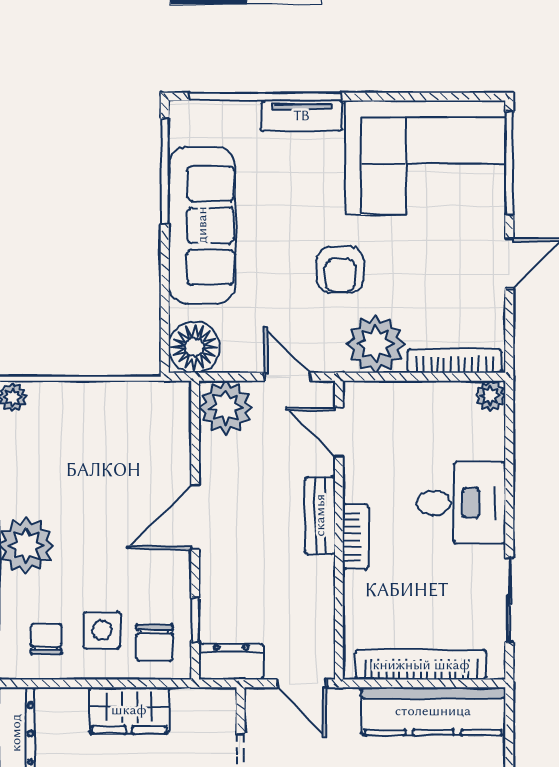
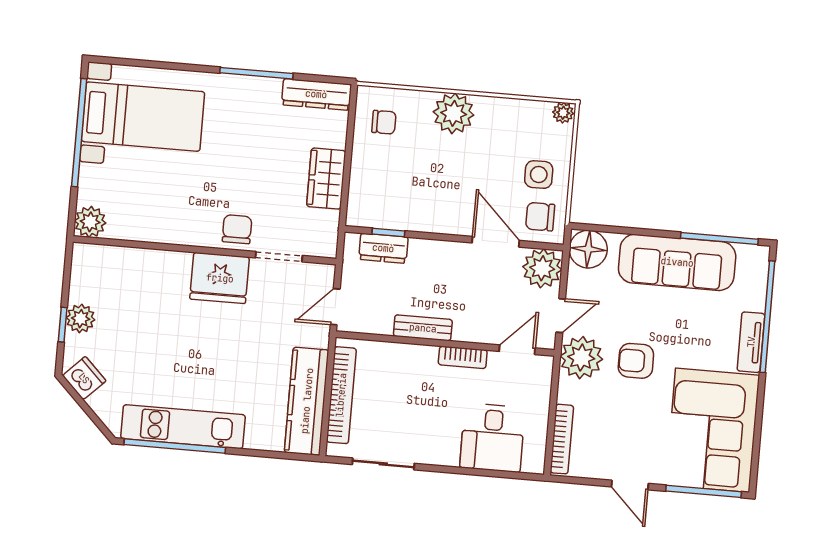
plant: (376, 344) -> (581, 358), moved
plant: (490, 396) -> (534, 463), removed
desk: (461, 503) -> (492, 438), moved
bench: (320, 515) -> (423, 328), moved
door: (195, 517) -> (496, 242), moved
bookcase: (356, 537) -> (463, 357), moved
side table: (102, 630) -> (539, 175), moved
chair: (154, 643) -> (540, 217), moved
dresser: (231, 661) -> (383, 248), moved, turned 90

